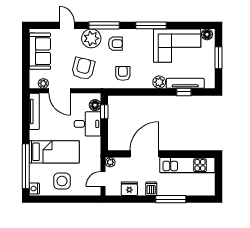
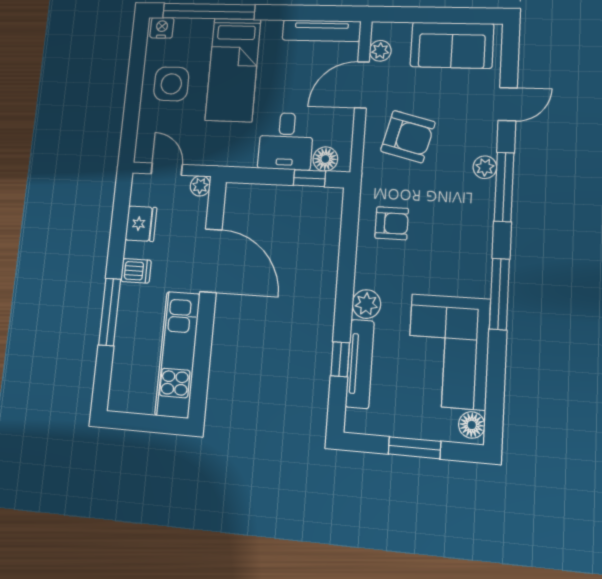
plant: (91, 38) -> (485, 167), width x0.53, depth x0.53
armchair: (115, 44) -> (460, 210), removed

